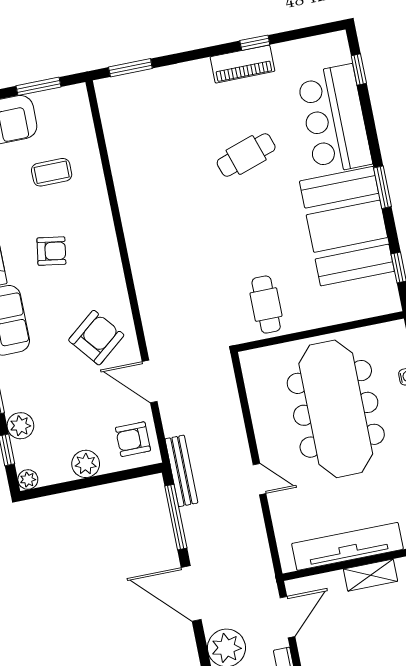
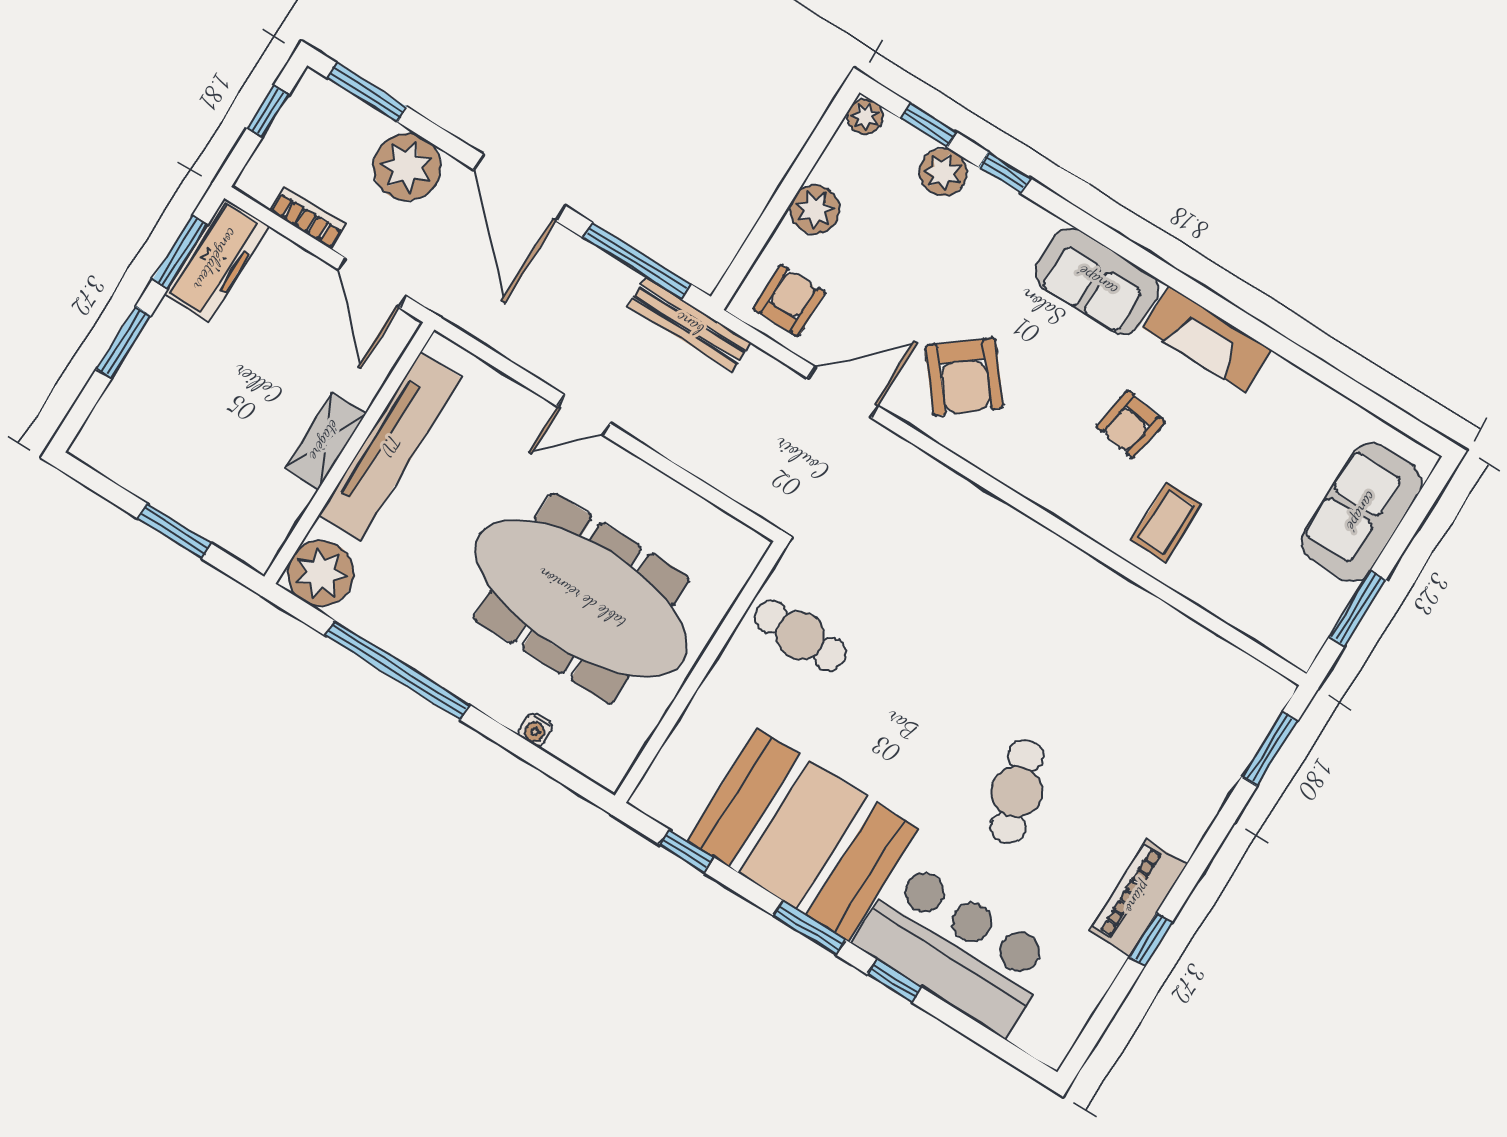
window: (359, 69) -> (894, 981), moved
coffee table: (52, 172) -> (1166, 522), moved
door: (191, 594) -> (520, 188), swing flipped

